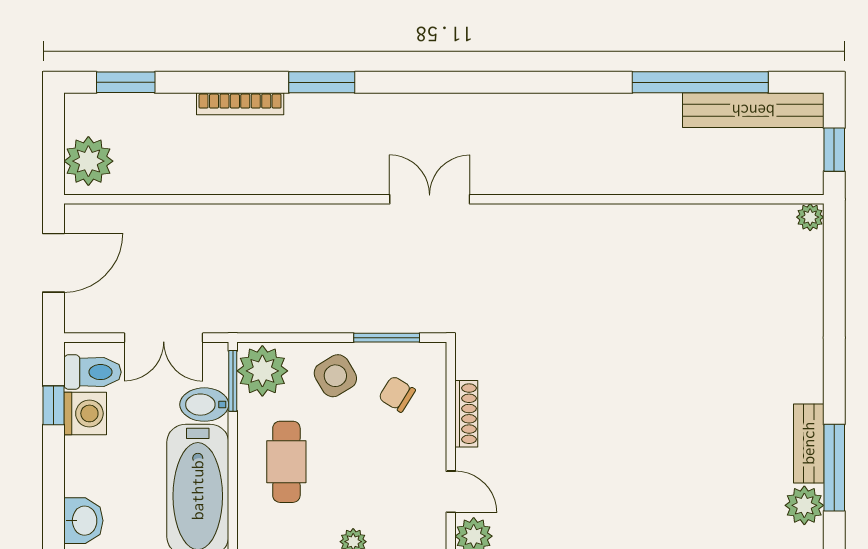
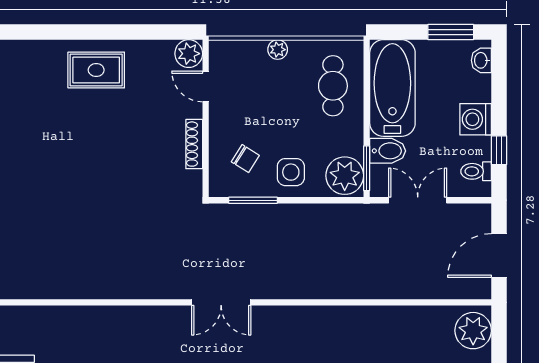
toilet: (92, 372) -> (476, 171), width x0.73, depth x0.72
side table: (335, 376) -> (291, 172), turned 31
washing machine: (85, 413) -> (476, 119), moved
cafe table: (286, 462) -> (333, 86), moved
rug: (599, 514) -> (96, 70), added
washbasin: (83, 521) -> (481, 60), width x0.72, depth x0.69

